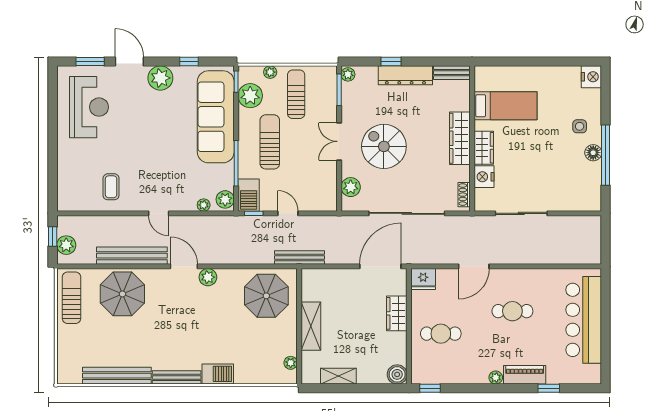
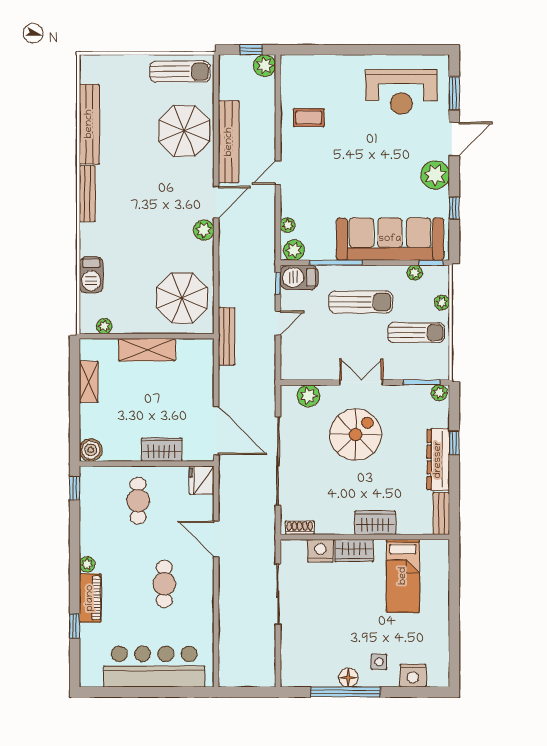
nightstand: (591, 77) -> (413, 676), moved
plant: (250, 96) -> (415, 273), width x0.53, depth x0.53
wardrobe: (460, 138) -> (375, 523), width x0.67
plant: (66, 245) -> (265, 65), moved
barbecue: (218, 374) -> (91, 275), moved

